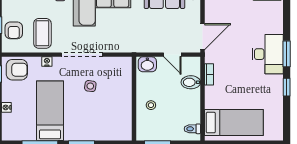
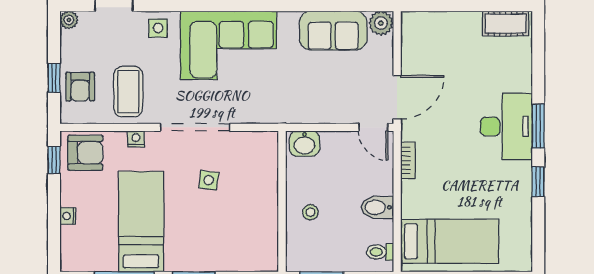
door: (172, 55) -> (373, 127), moved
bidet: (191, 82) -> (377, 207), moved

